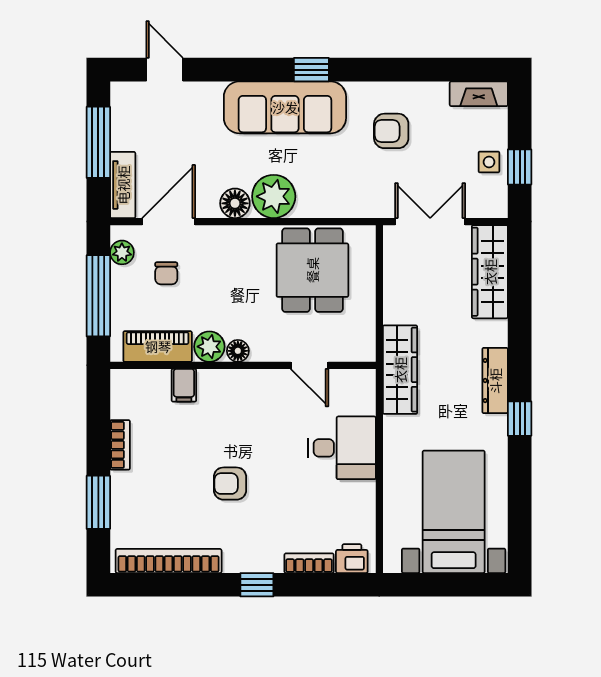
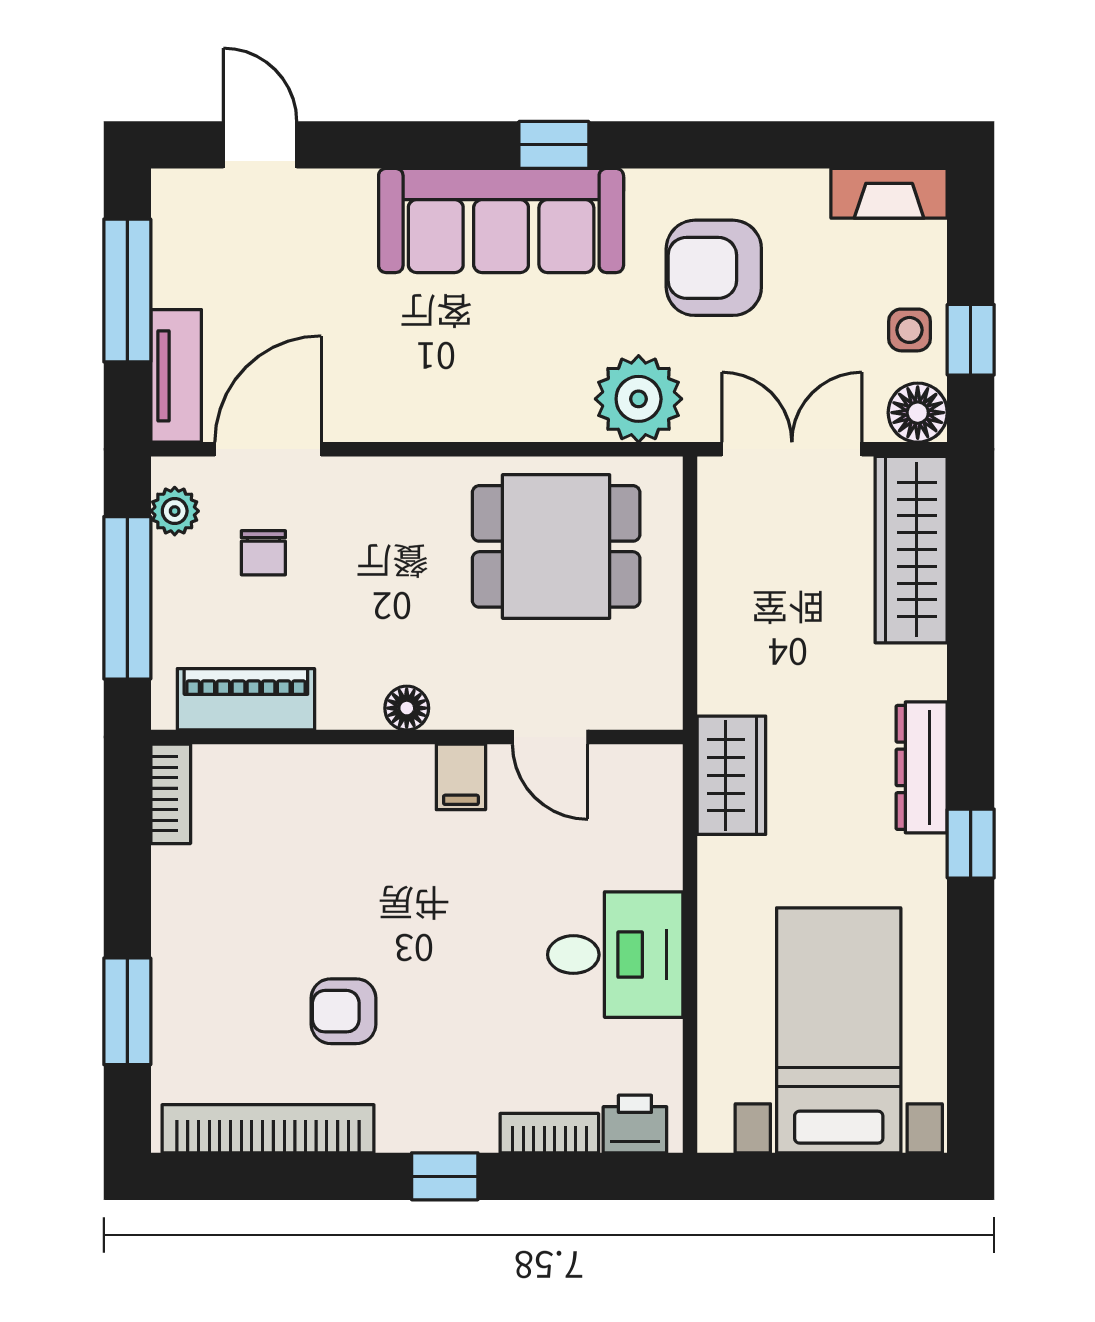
armchair: (391, 131) -> (714, 268), width x1.38, depth x1.38
plant: (274, 196) -> (639, 399), moved
floor lamp: (235, 203) -> (918, 413), moved
dining table: (312, 270) -> (556, 546), turned 90
plant: (209, 347) -> (350, 700), removed
wardrobe: (400, 370) -> (731, 775), width x0.67
filing cabinet: (184, 385) -> (461, 777), moved
bookcase: (120, 445) -> (171, 794), moved
desk: (342, 448) -> (615, 955), moved
armchair: (230, 484) -> (343, 1011), moved

